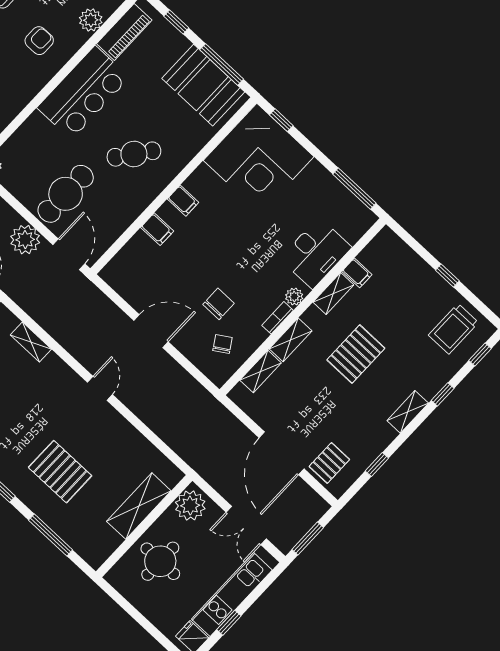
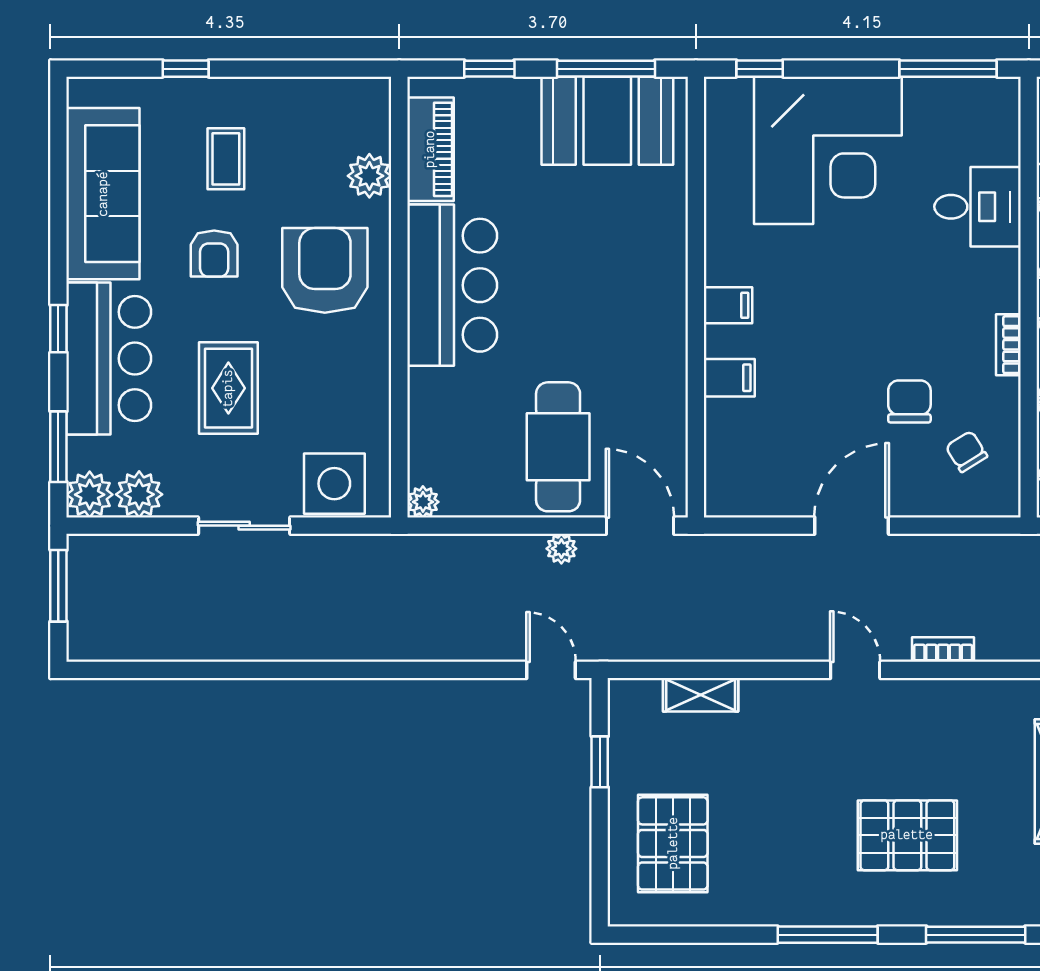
armchair: (39, 41) -> (325, 270), width x1.88, depth x1.88
cafe table: (134, 154) -> (601, 304), removed
corner desk: (259, 159) -> (828, 150), moved
plant: (25, 240) -> (561, 549), width x0.53, depth x0.53
desk: (316, 253) -> (978, 207), width x0.73
plant: (294, 297) -> (1004, 294), removed
bookcase: (141, 412) -> (943, 650), added

